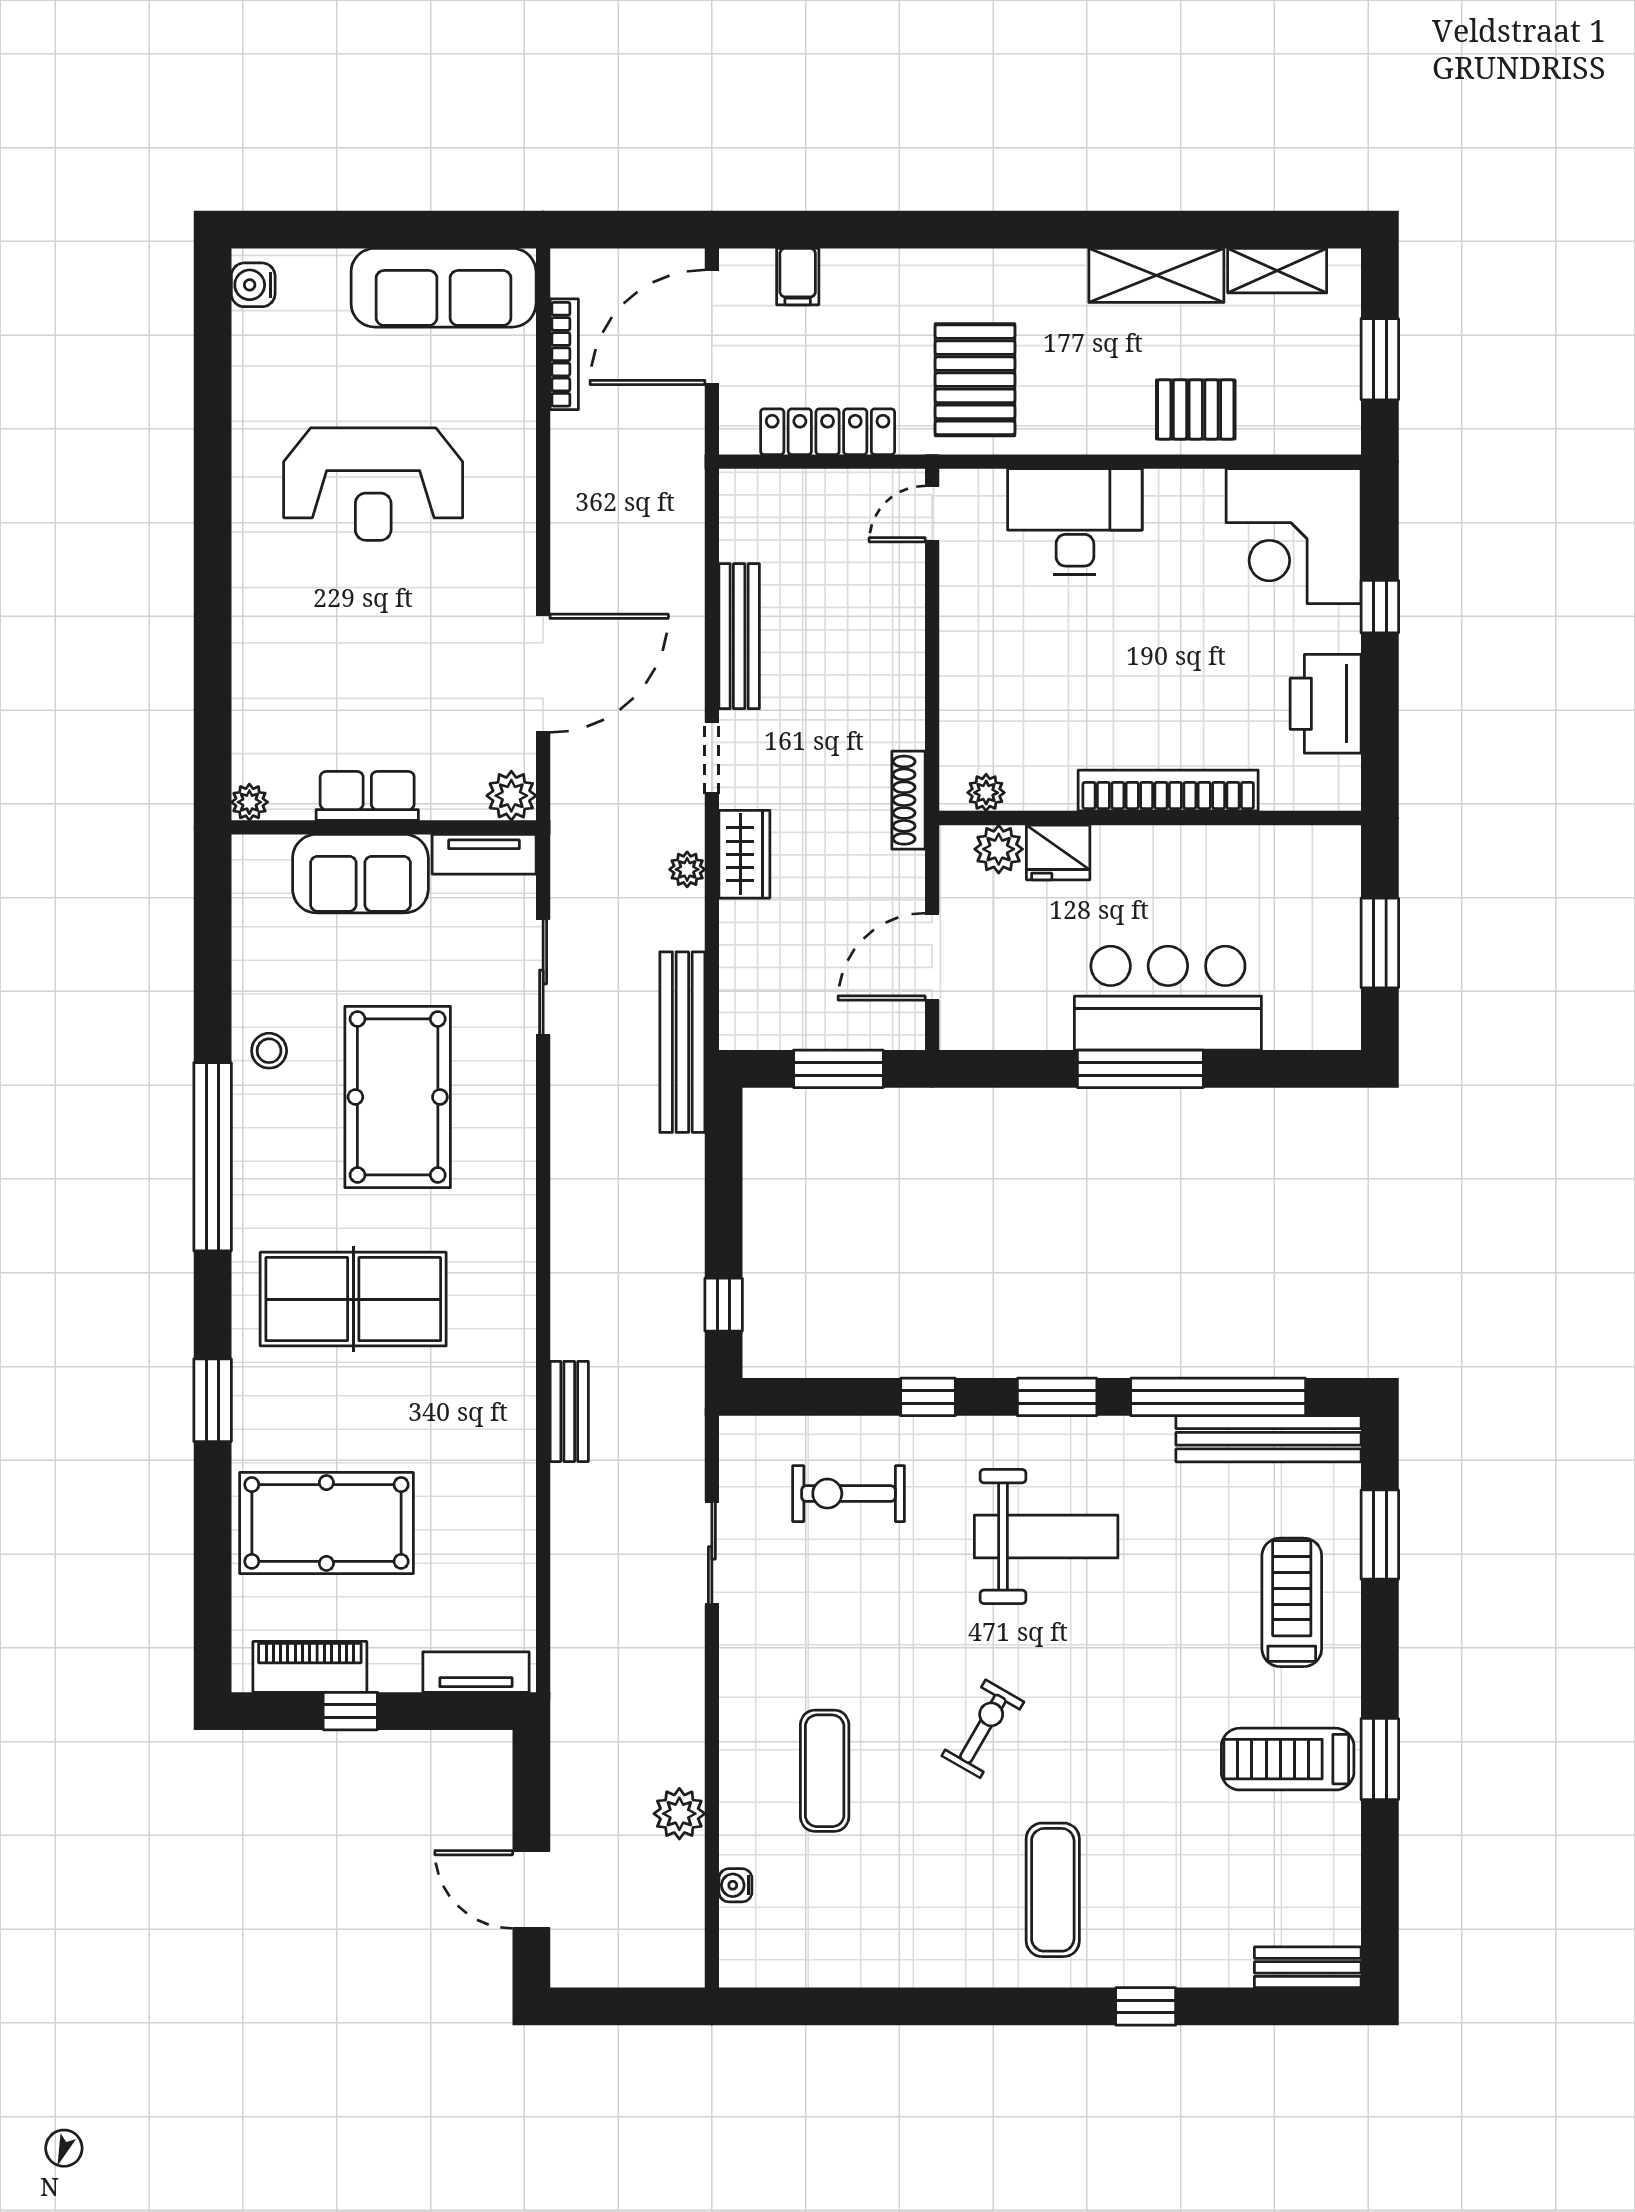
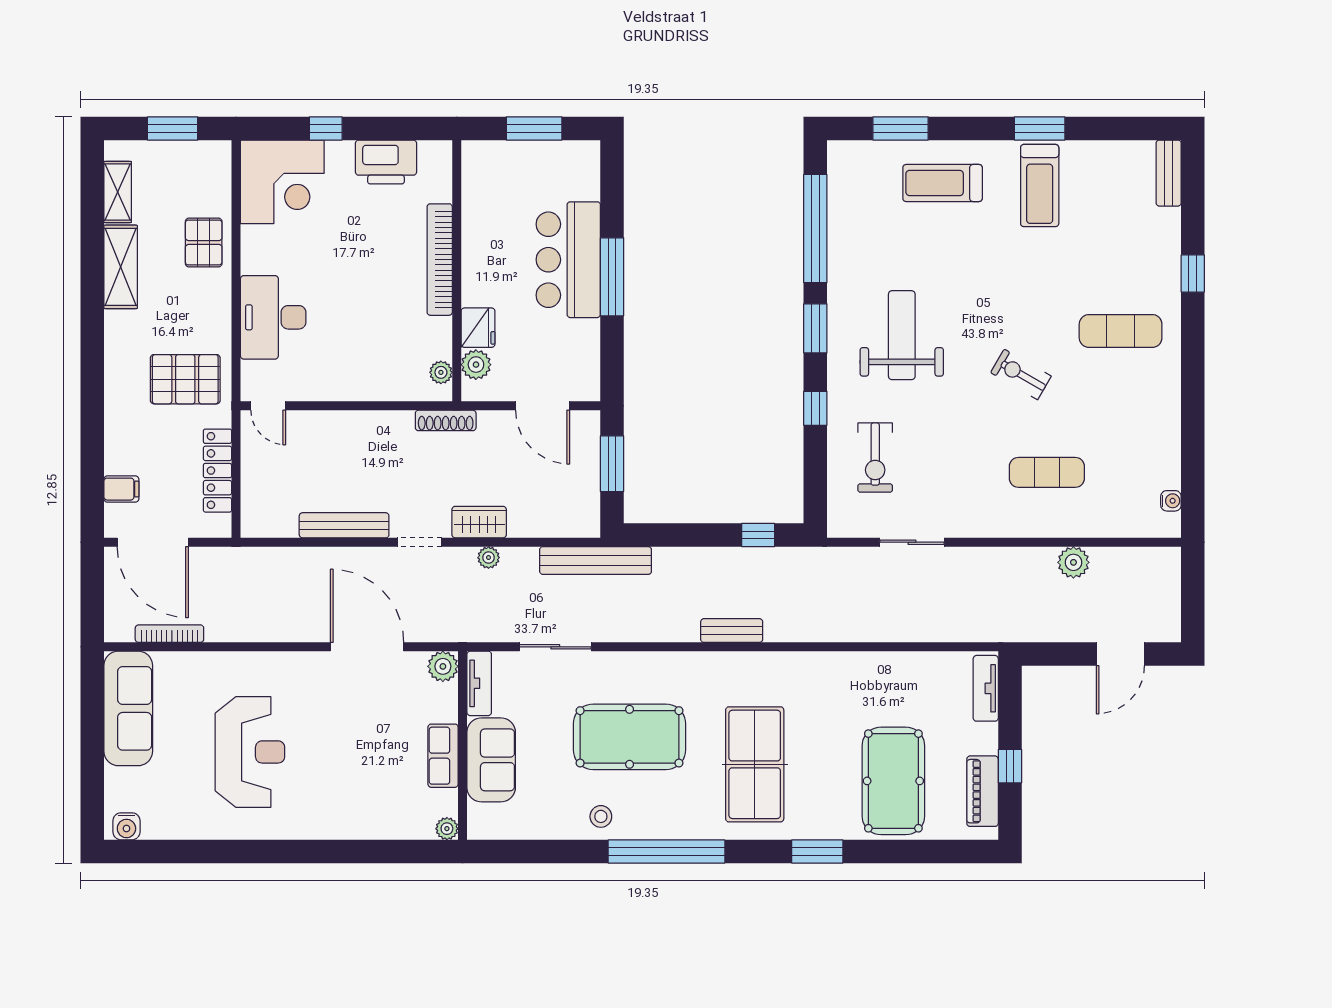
bench: (569, 1411) -> (732, 631), moved
bench: (1268, 1439) -> (841, 197), removed
water cooler: (735, 1885) -> (1171, 501), moved, turned -90

